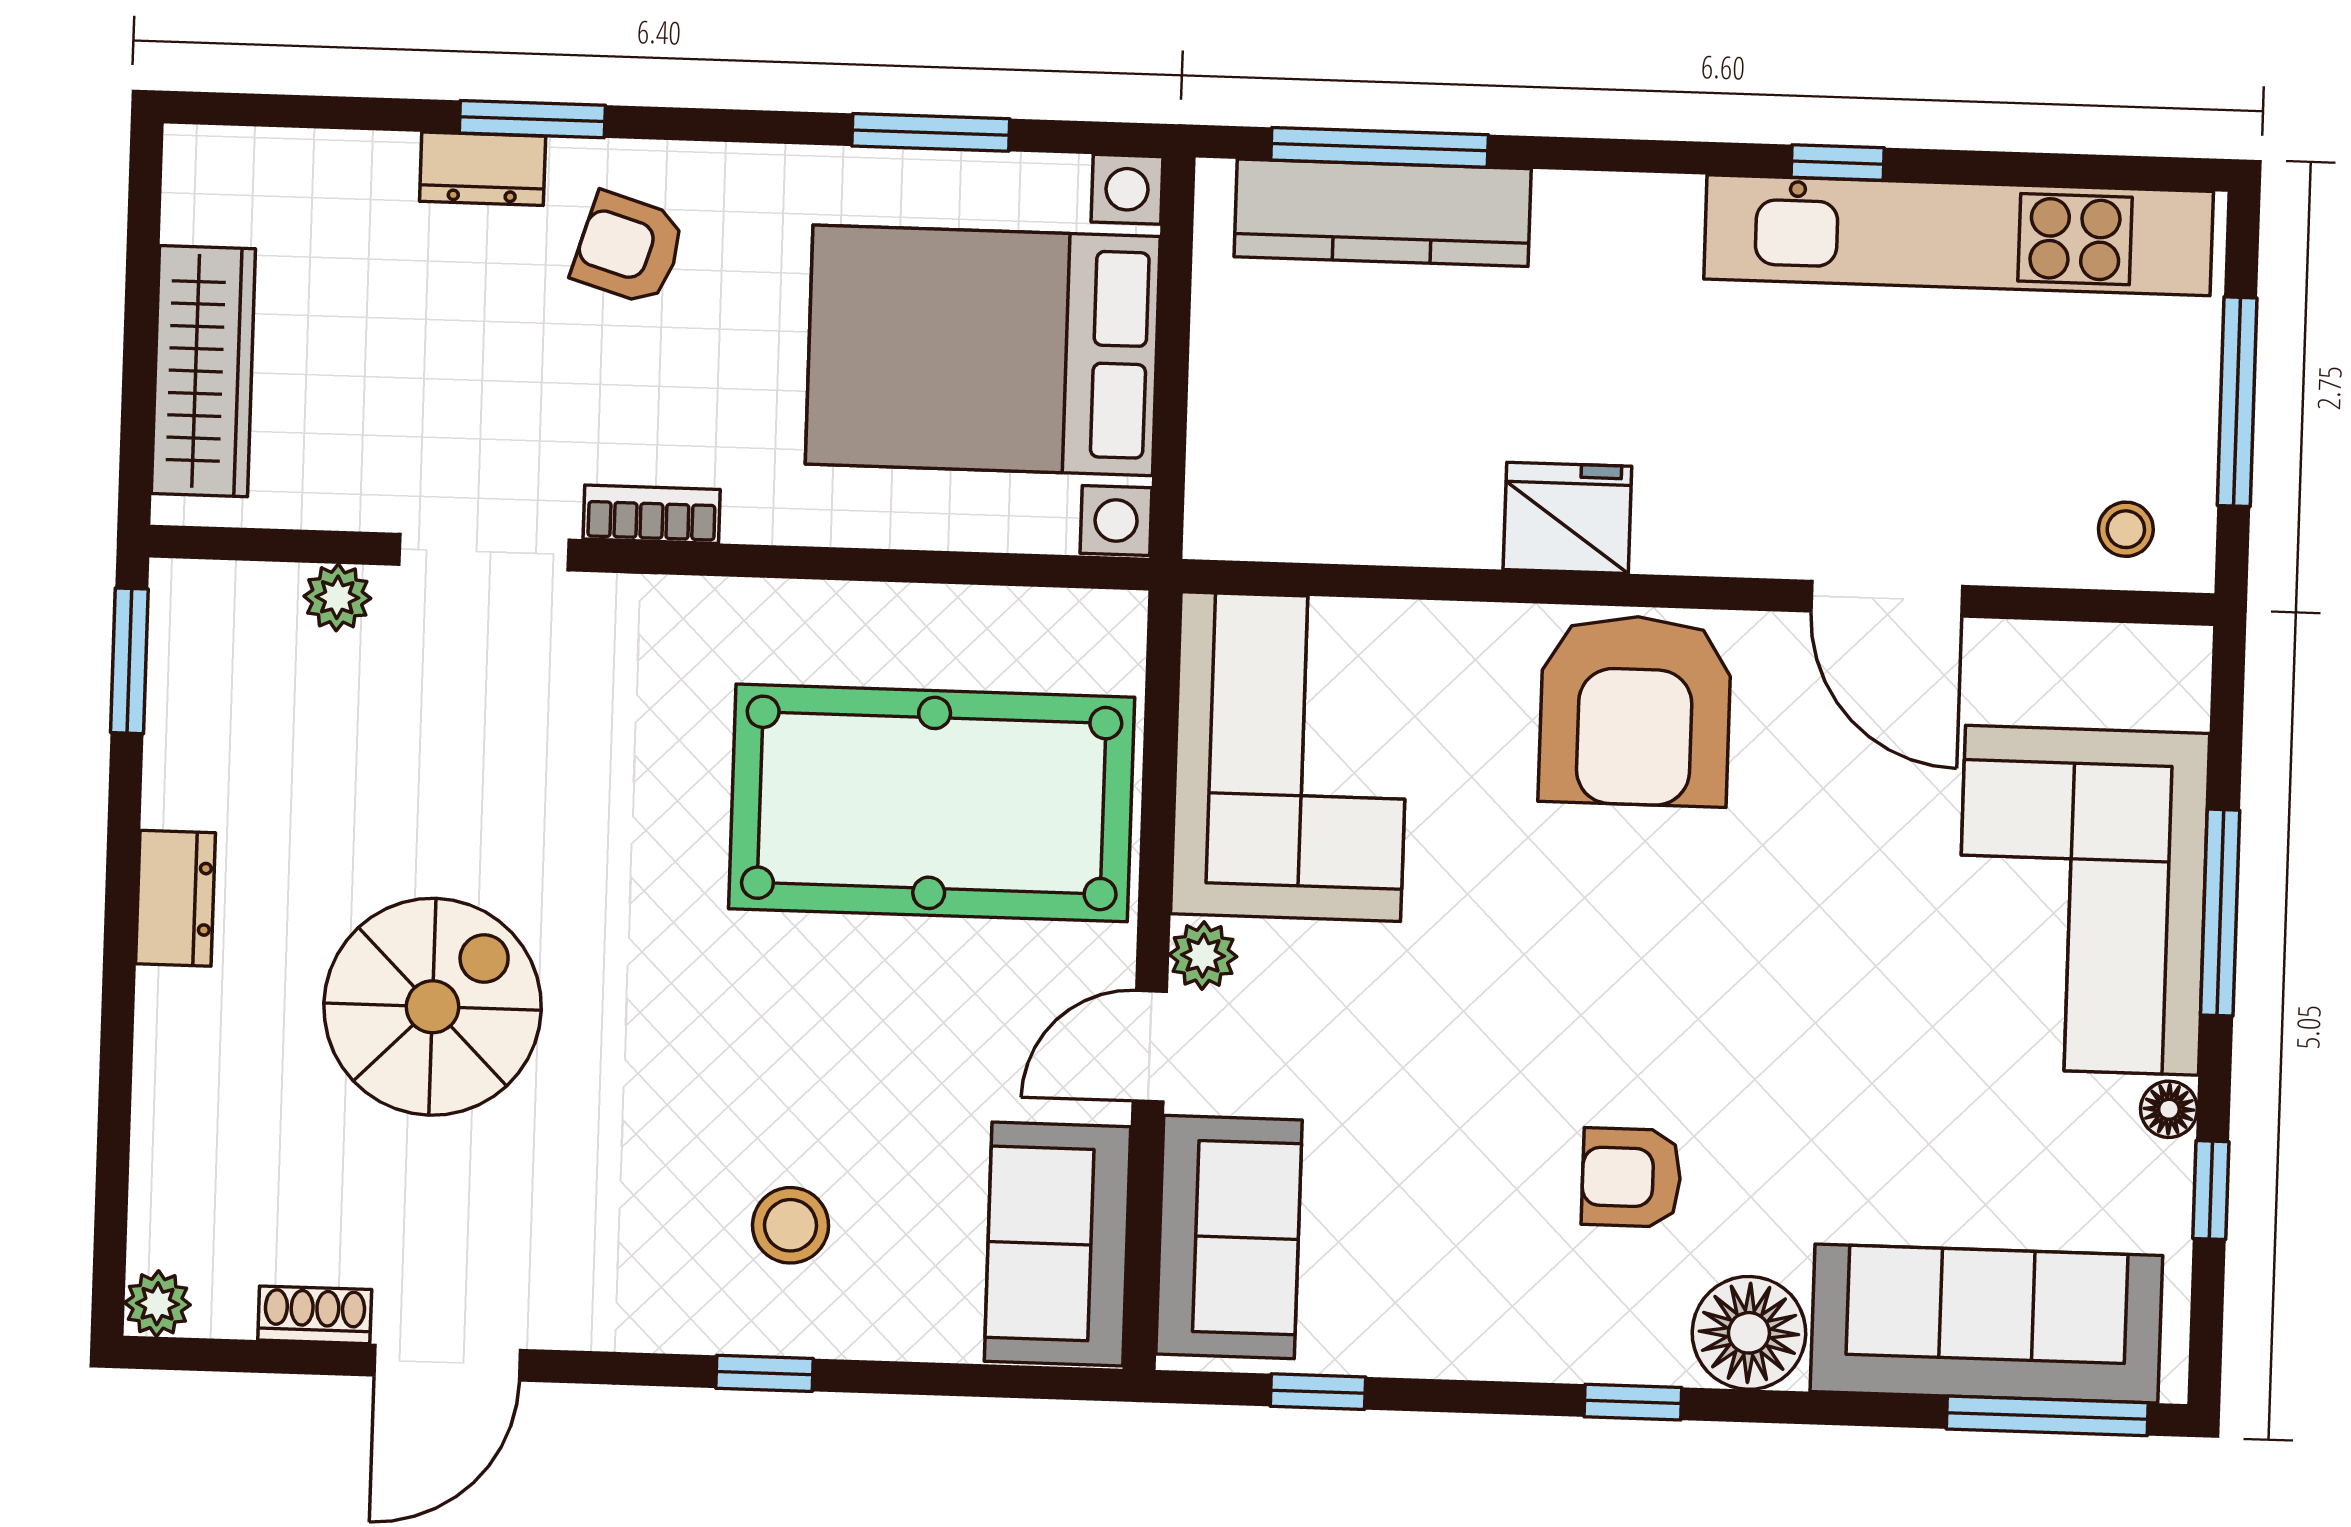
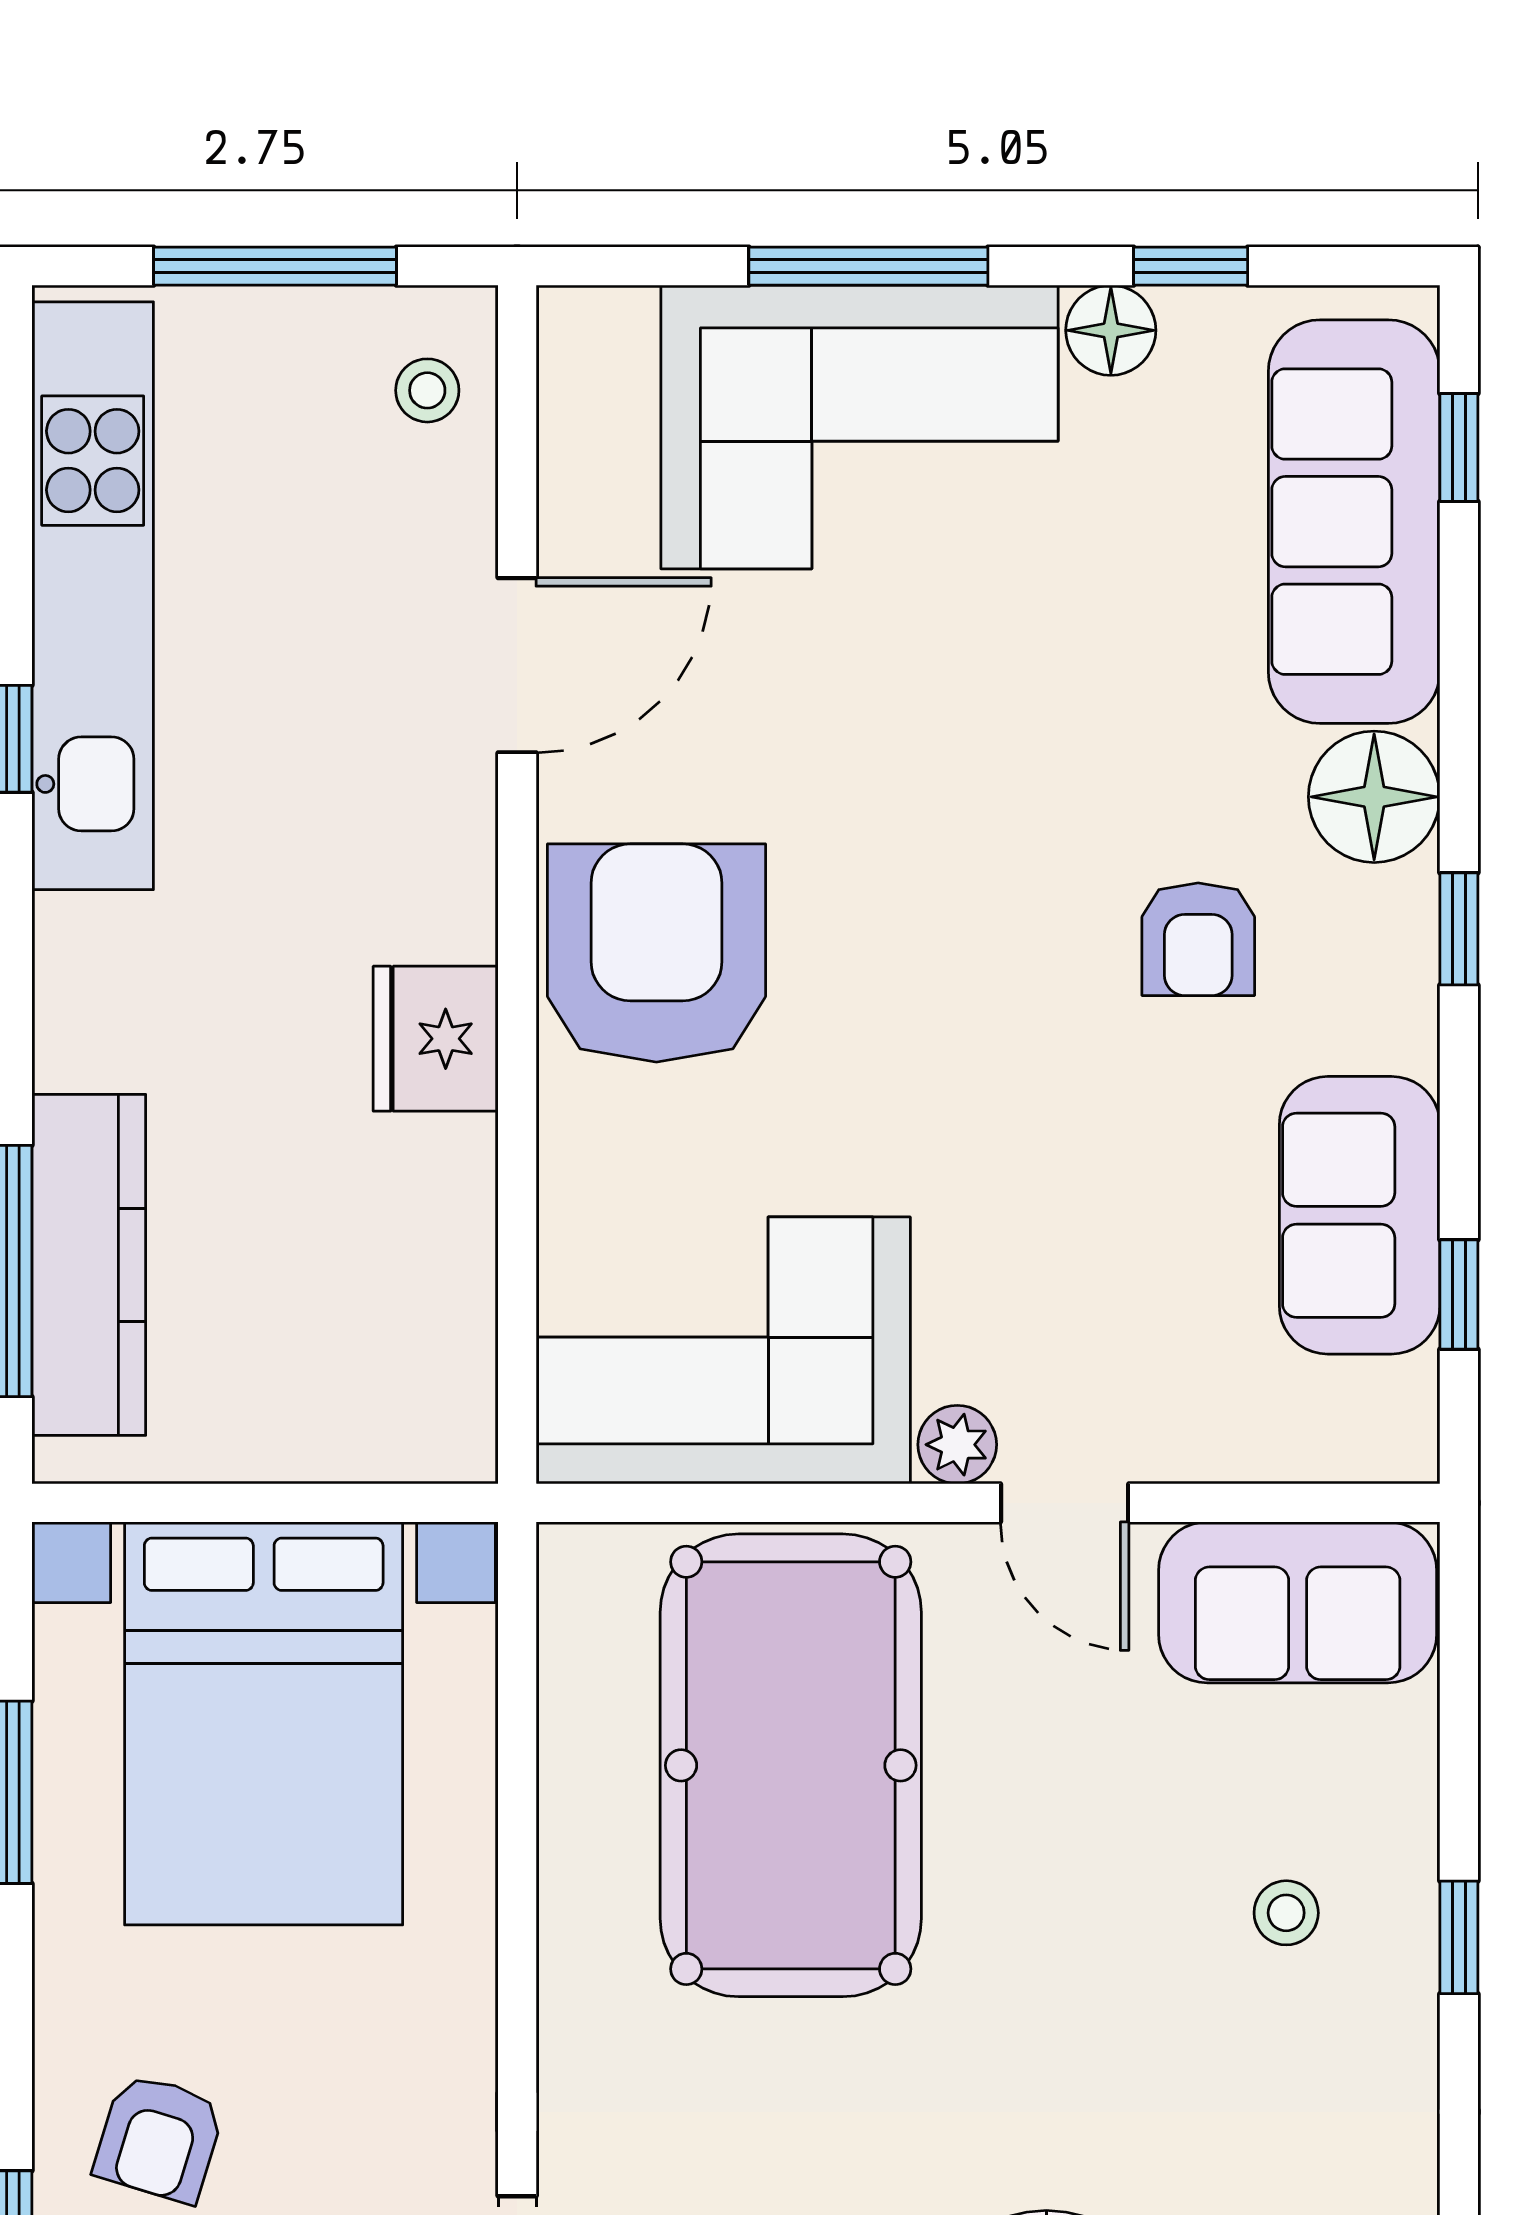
bookcase: (652, 514) -> (467, 2101), removed
armchair: (1635, 711) -> (656, 953), turned -90
floor lamp: (2169, 1109) -> (1111, 330), width x1.37, depth x1.37
stool: (791, 1225) -> (1286, 1913), width x0.73, depth x0.73
sofa: (1229, 1237) -> (1360, 1215), moved, turned -90
window: (2047, 1416) -> (1459, 447), width x0.46

